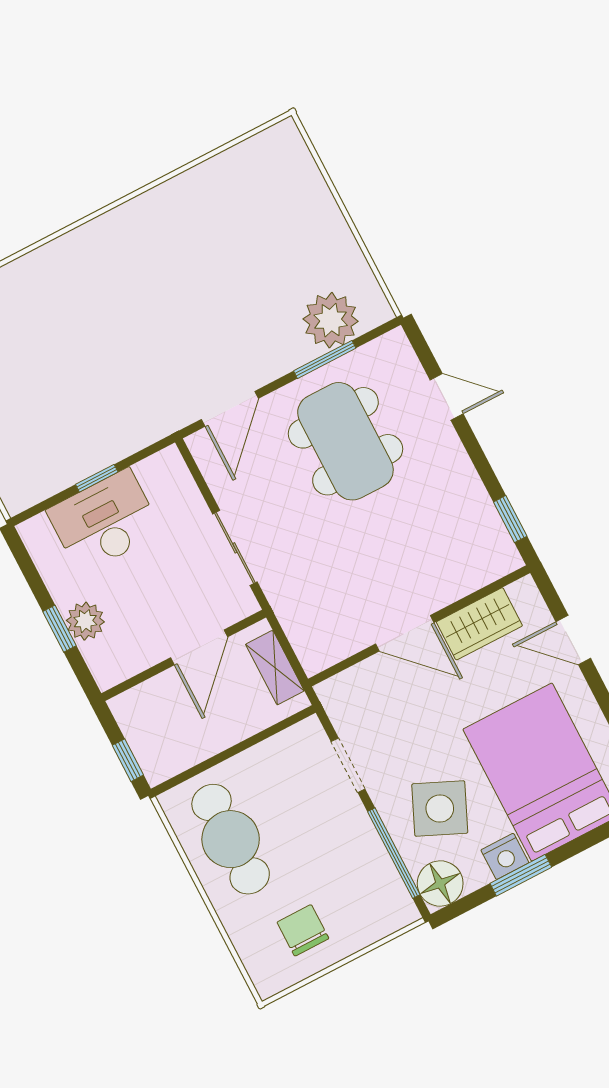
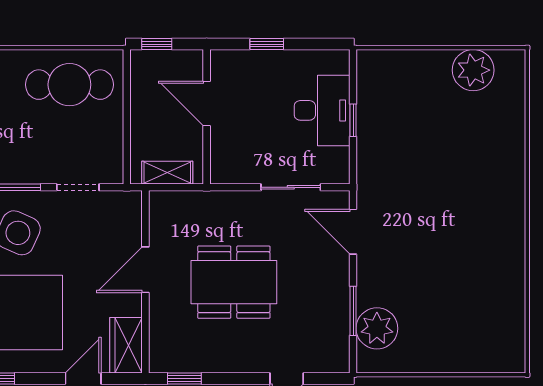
dining table: (345, 441) -> (234, 282), moved
sliding door: (235, 548) -> (291, 187), moved
plant: (85, 621) -> (263, 64), removed
wardrobe: (479, 624) -> (126, 345), moved
door: (199, 647) -> (207, 103), moved

